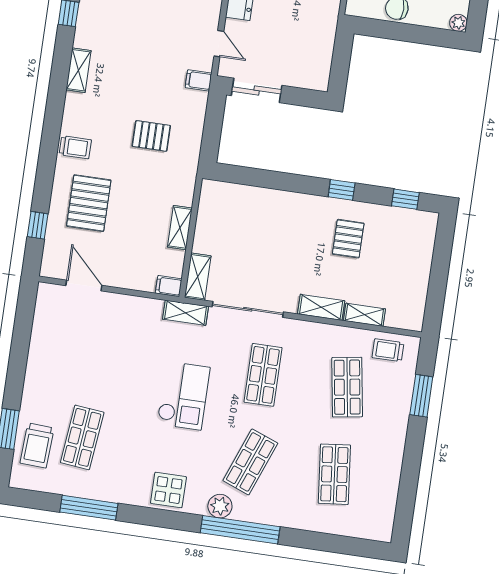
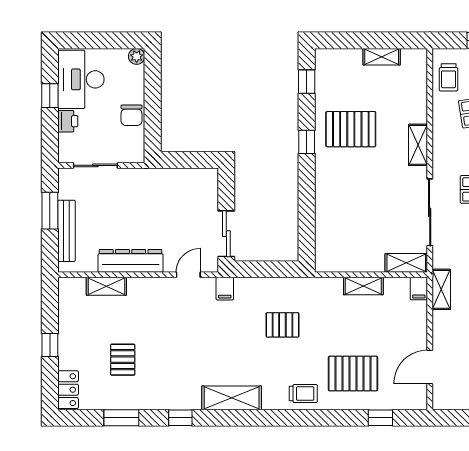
shelving: (79, 70) -> (232, 398), width x1.50, depth x1.33
pallet: (151, 136) -> (282, 325), turned 90
trolley: (75, 147) -> (303, 393), turned 90
pallet: (348, 239) -> (351, 129), width x1.50, depth x1.42
shelving: (186, 313) -> (441, 289), moved
shelving: (364, 315) -> (382, 57), moved, turned 90

